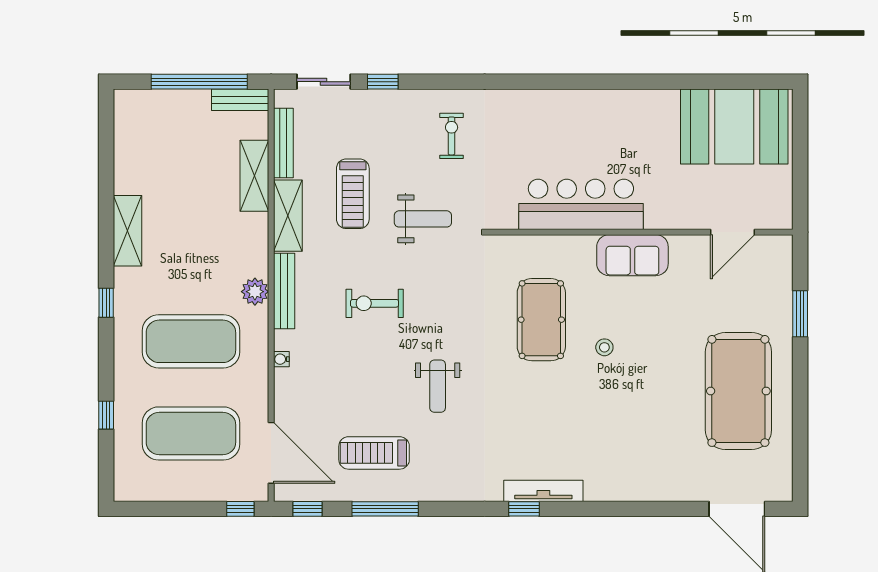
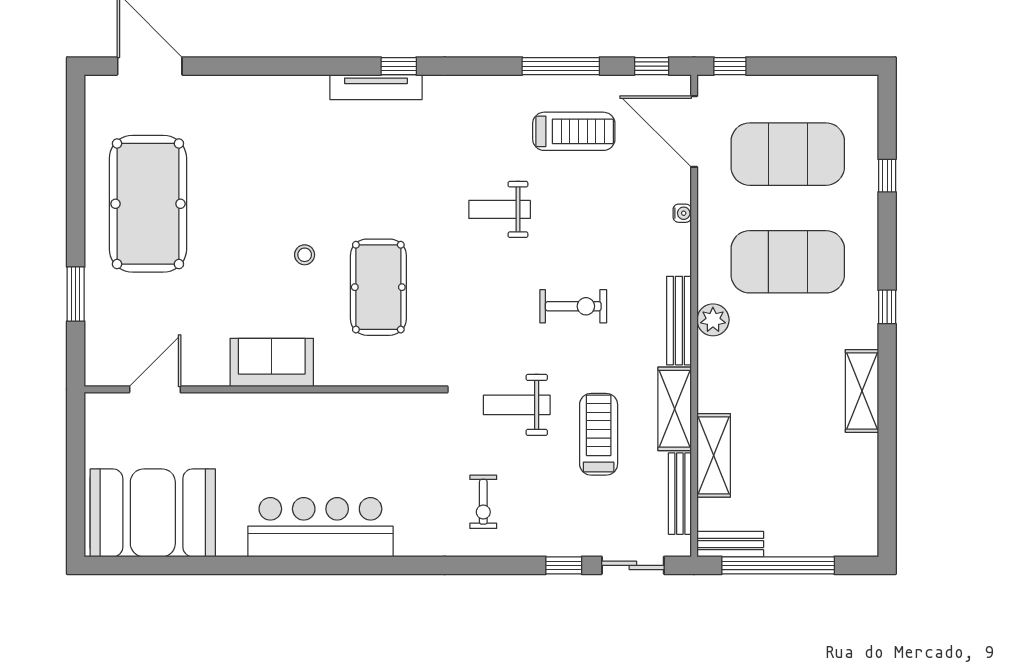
bar counter: (581, 204) -> (320, 527), moved, turned 180
water cooler: (281, 359) -> (682, 213), moved
weight bench: (438, 386) -> (500, 209), turned -90

